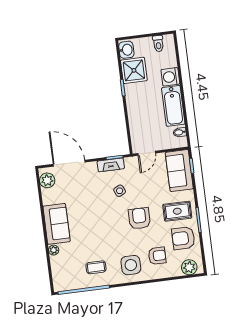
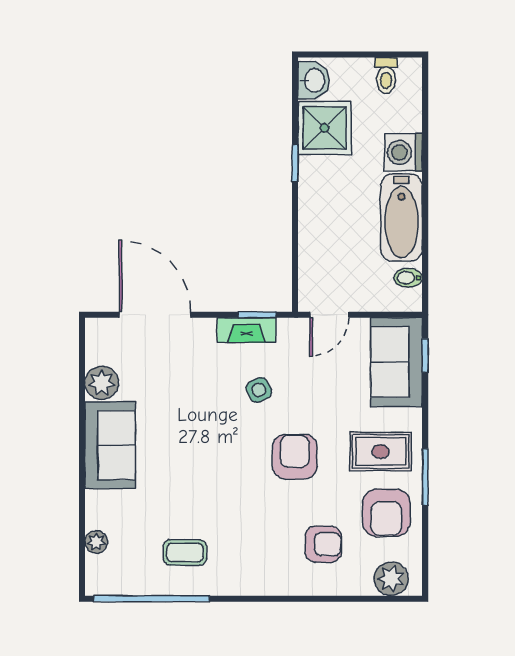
plant: (47, 180) -> (102, 383), moved
armchair: (183, 238) -> (386, 513), turned -90
plant: (54, 250) -> (96, 542), moved
side table: (131, 265) -> (263, 557), removed

